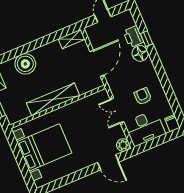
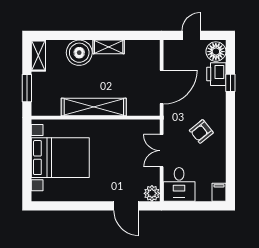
shelving: (72, 39) -> (109, 47), moved
floor lamp: (140, 53) -> (216, 52), moved
armchair: (143, 96) -> (201, 131), moved, turned -129
desk: (145, 128) -> (179, 184), width x0.73

